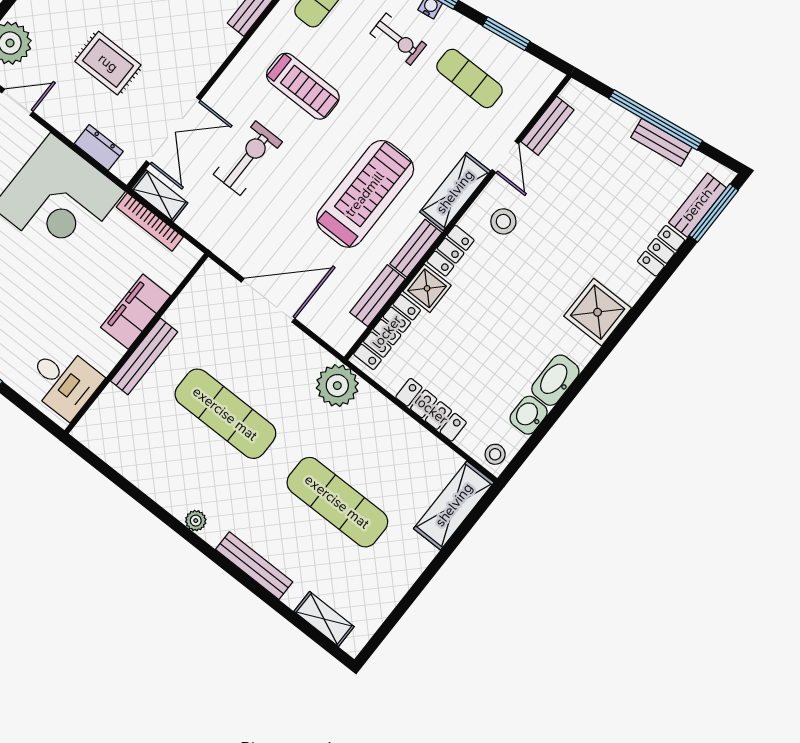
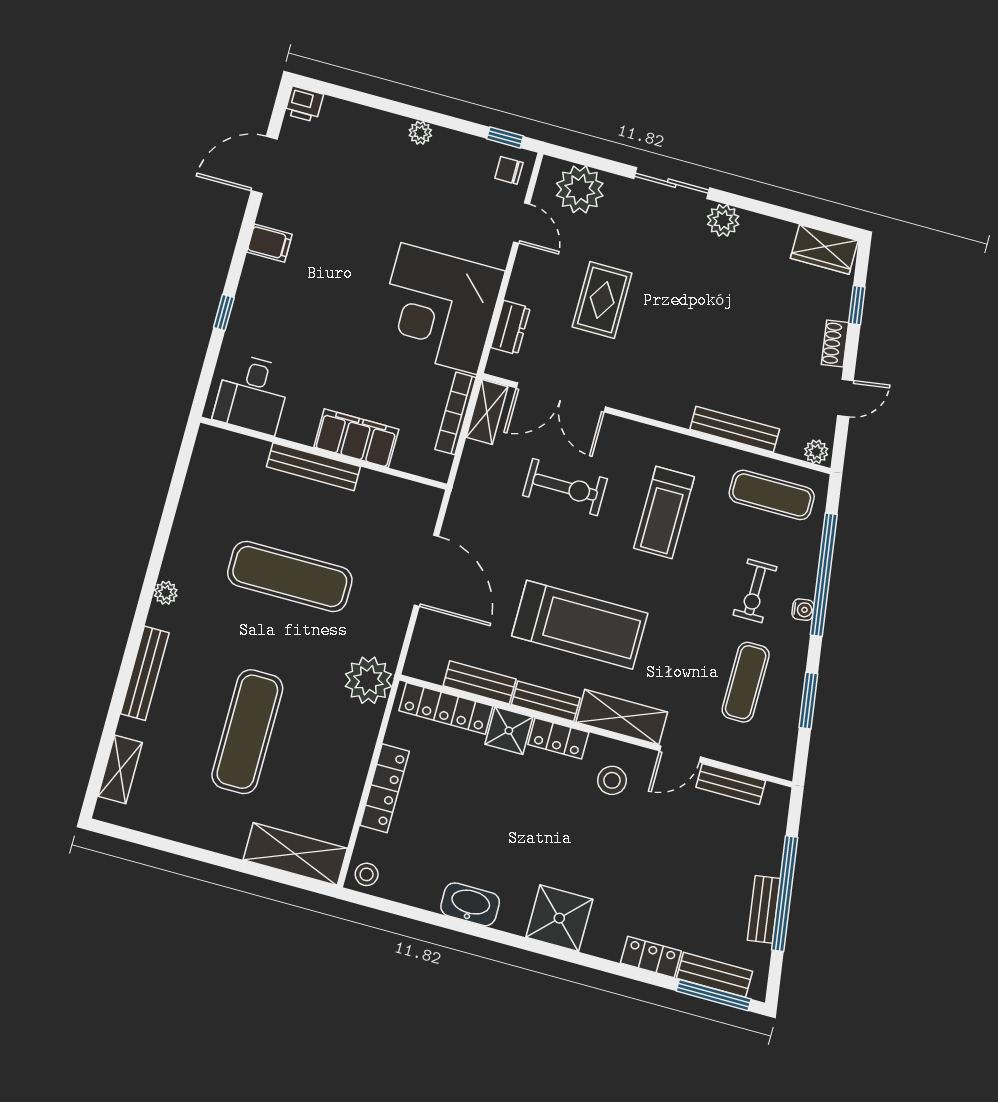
exercise mat: (225, 414) -> (290, 576), turned 90
washbasin: (529, 415) -> (422, 892), removed

